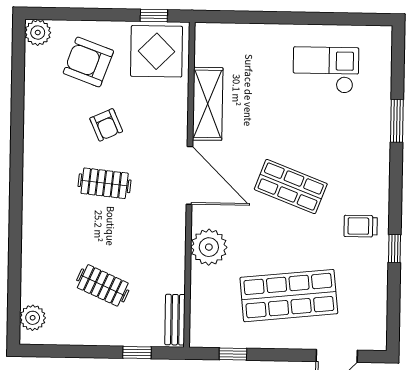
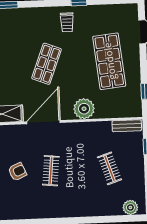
clothes rail: (103, 285) -> (110, 168), turned -42

